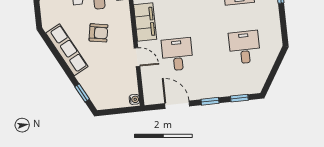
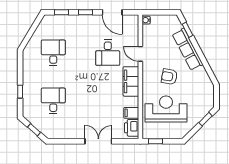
desk: (244, 47) -> (53, 53), turned 180
row of seats: (67, 50) -> (188, 49), moved

